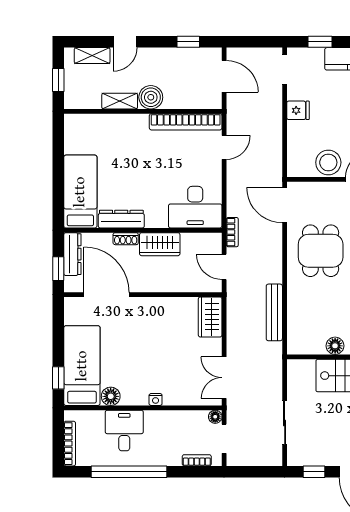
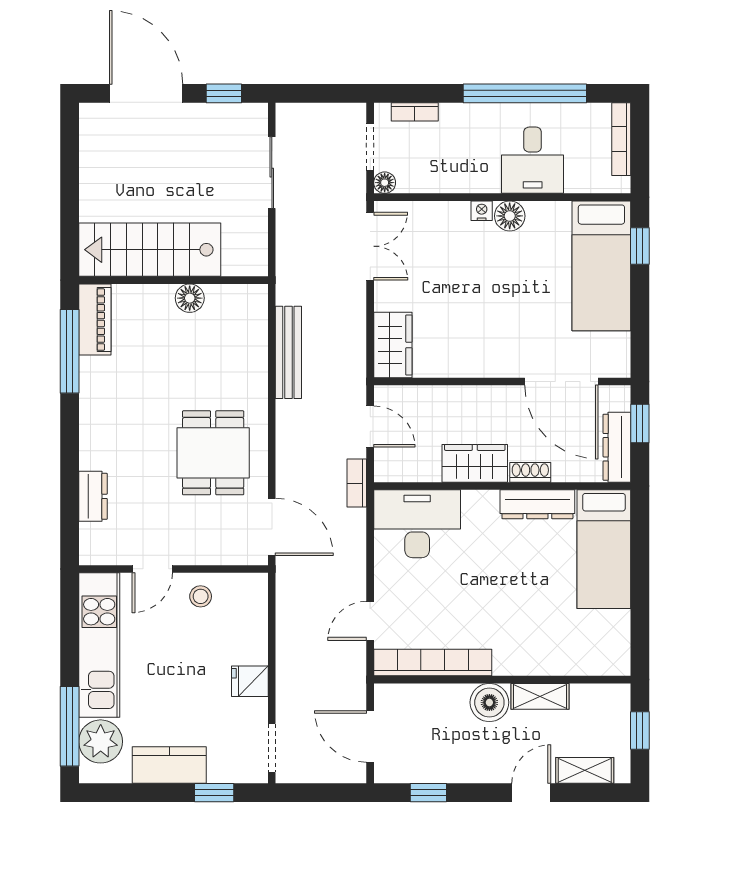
stool: (328, 162) -> (201, 596), width x0.53, depth x0.53
floor lamp: (111, 396) -> (510, 216), moved

